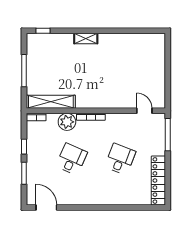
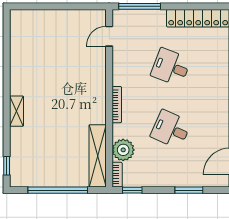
window: (24, 71) -> (58, 190), width x1.46
plant: (67, 122) -> (123, 150), moved
window: (24, 147) -> (132, 190), moved

